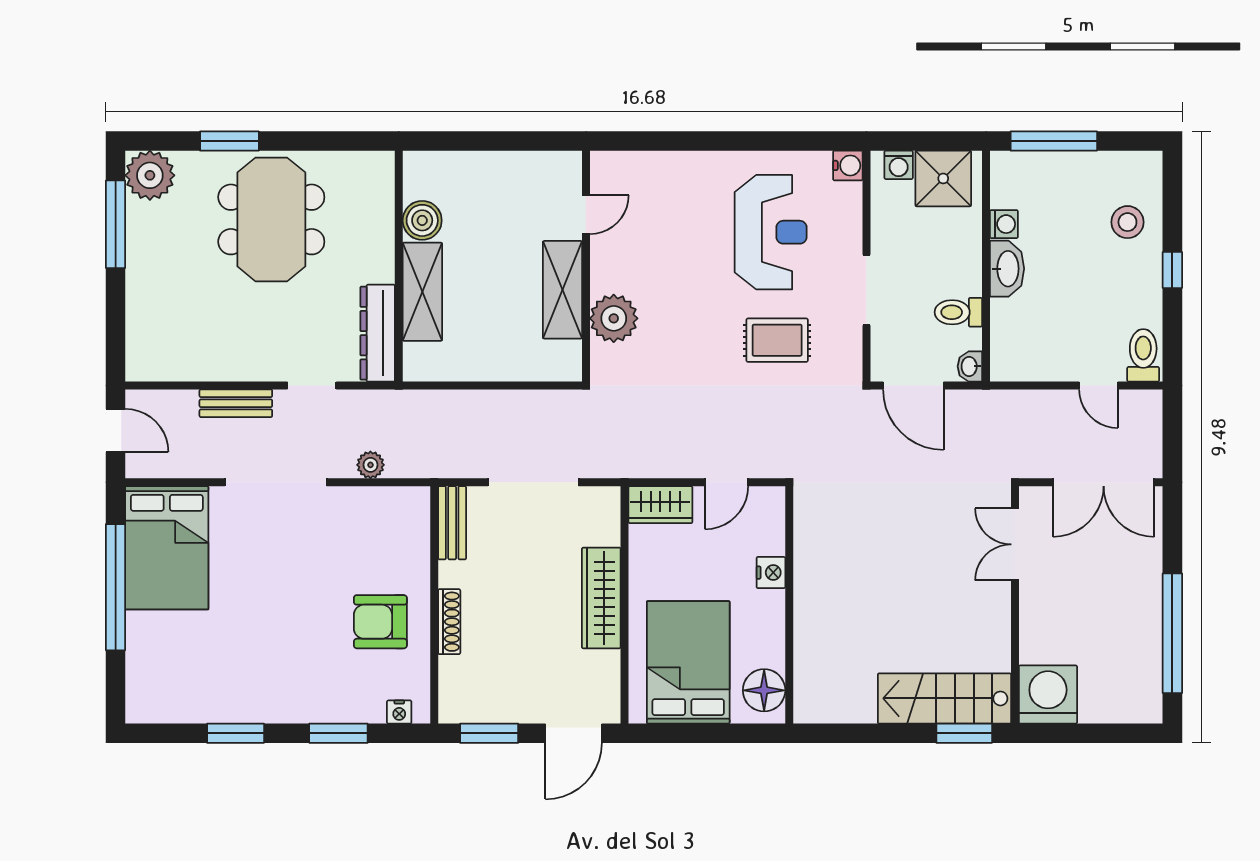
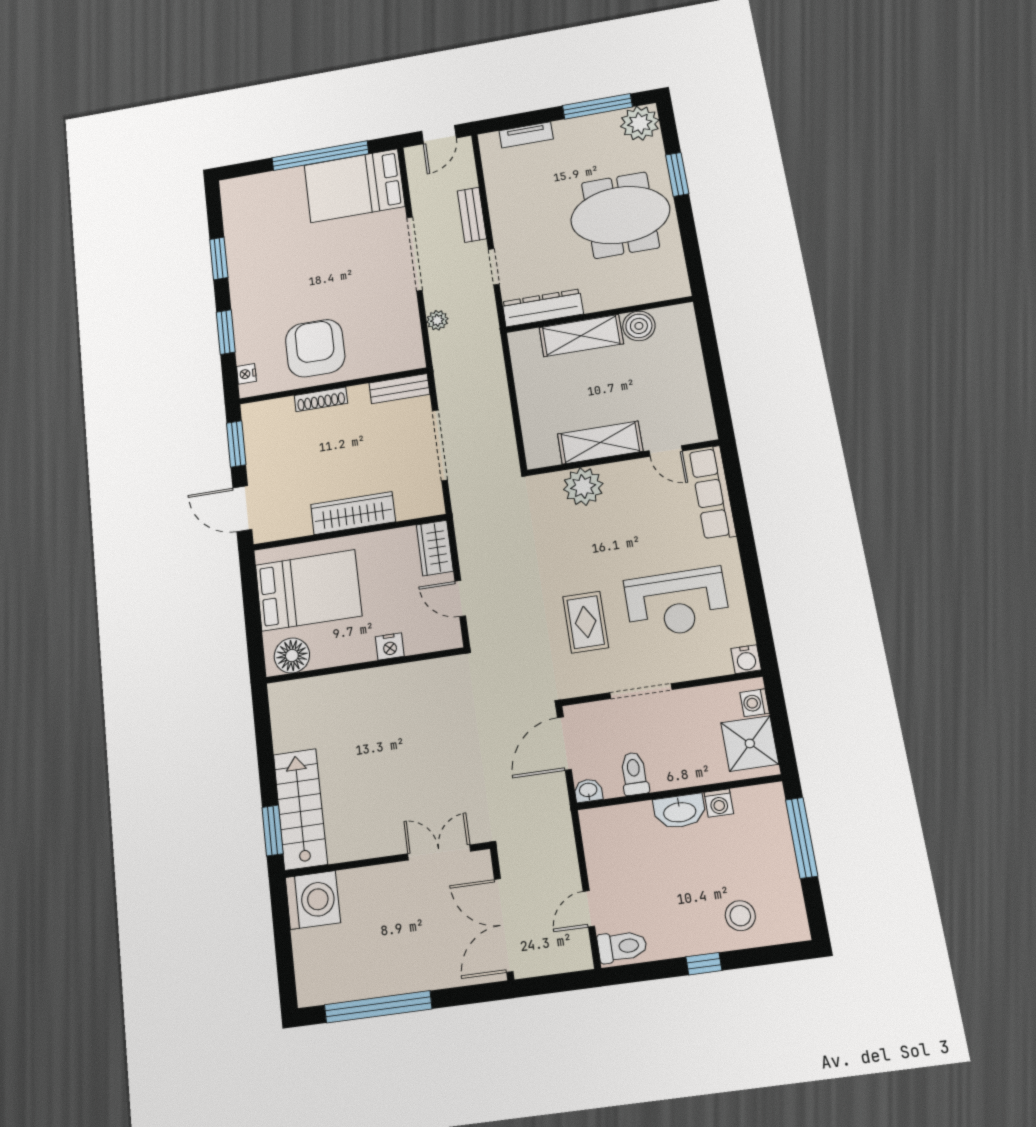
row of seats: (646, 169) -> (713, 493), added
tv unit: (138, 320) -> (526, 135), added
armchair: (380, 622) -> (315, 348), width x1.36, depth x1.36

